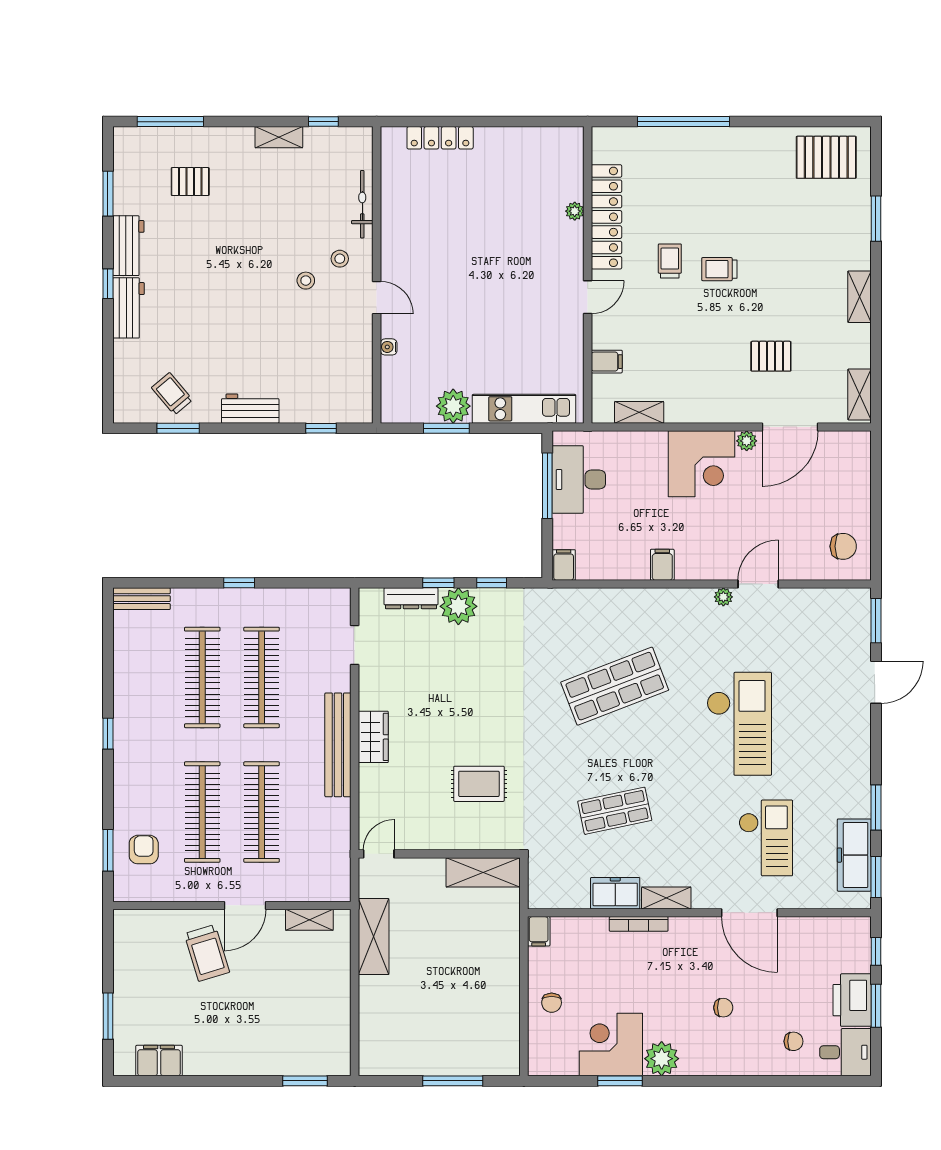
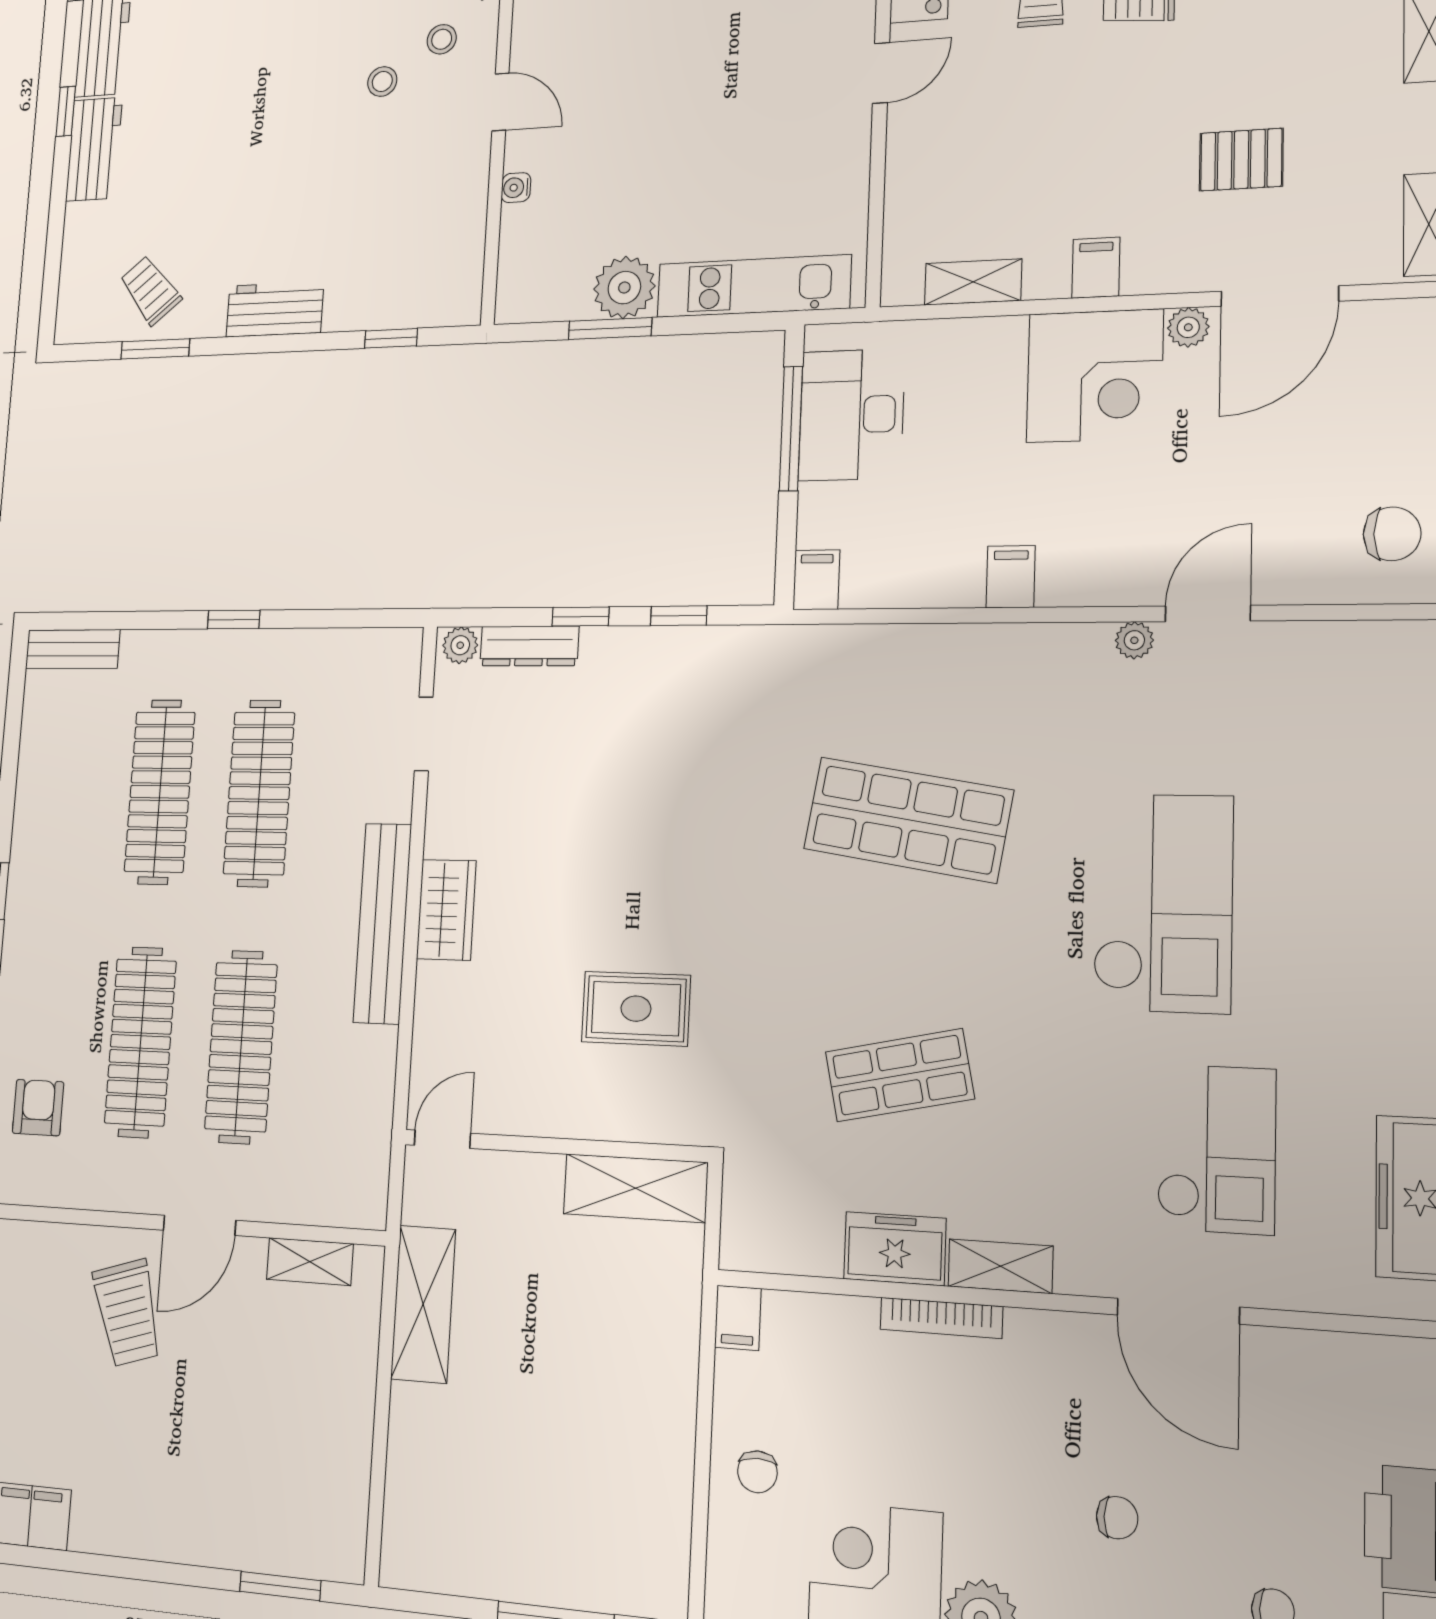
filing cabinet: (607, 362) -> (1096, 268), moved, turned -90
plant: (458, 606) -> (460, 645), moved, width x0.53, depth x0.53
shop shelf: (615, 686) -> (908, 820), turned 30

